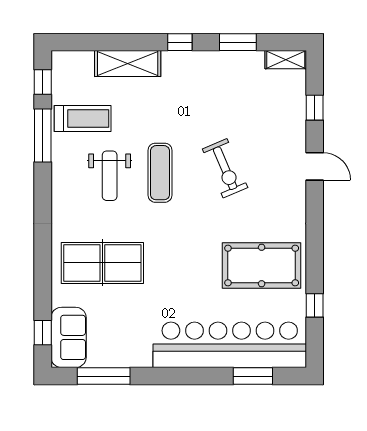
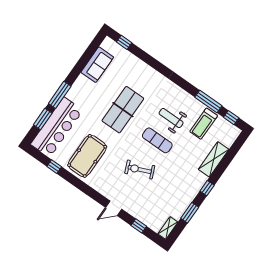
table tennis table: (102, 263) -> (123, 110), moved
sofa: (69, 337) -> (97, 65), moved, turned -90
bar counter: (230, 345) -> (57, 127), width x0.73
window: (104, 376) -> (60, 95), moved

